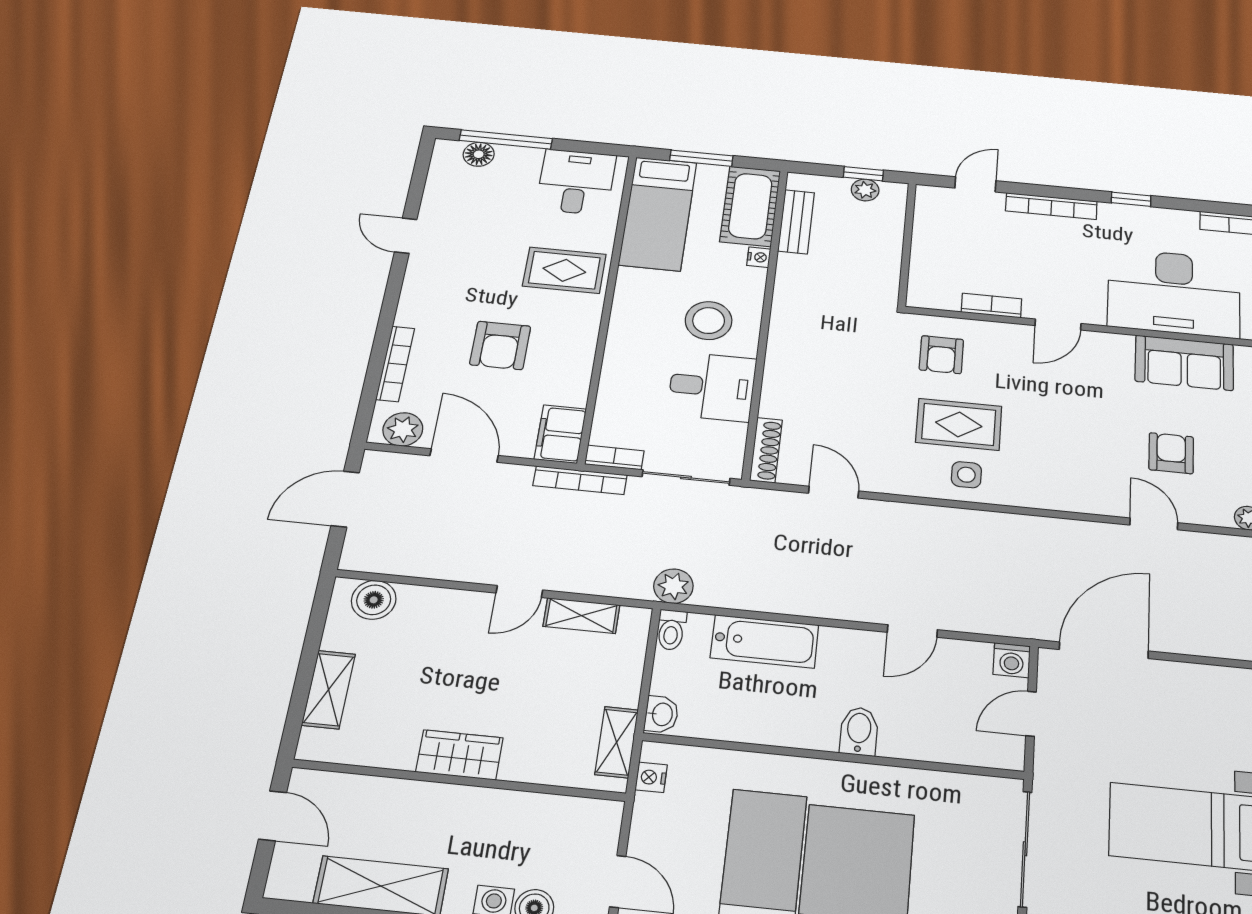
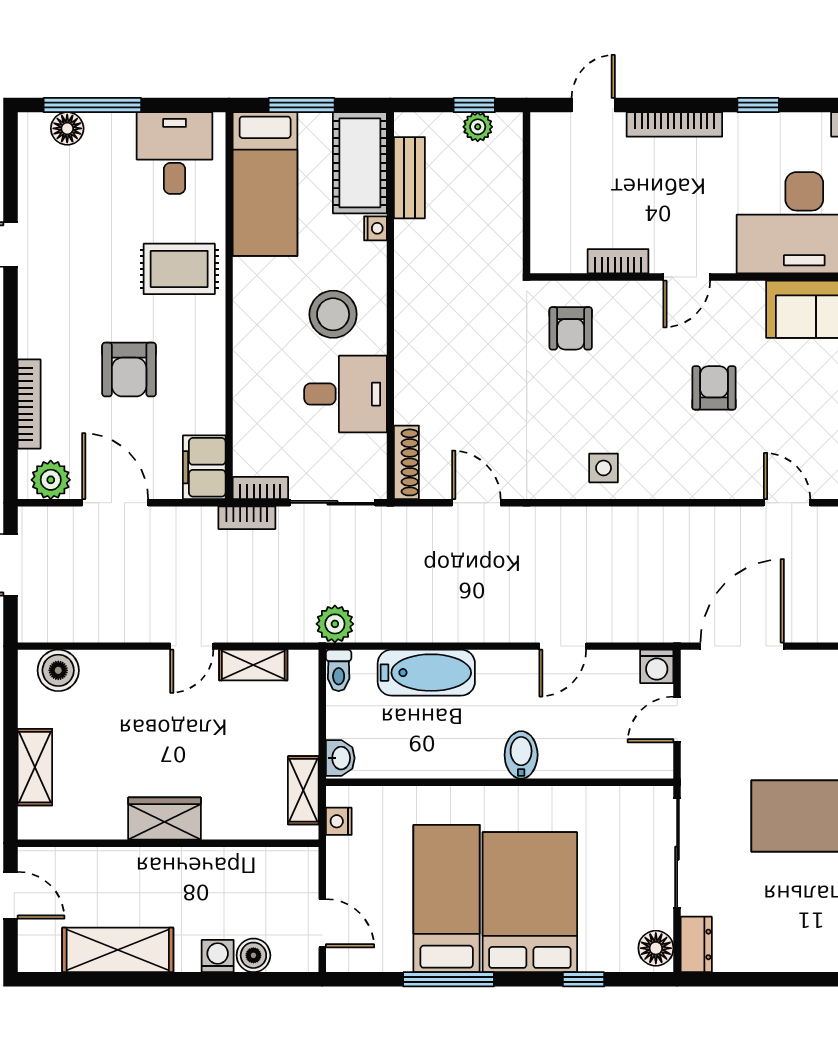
rug: (959, 424) -> (593, 410), removed
armchair: (1171, 453) -> (714, 388), moved
bookcase: (580, 480) -> (247, 518), width x0.64

